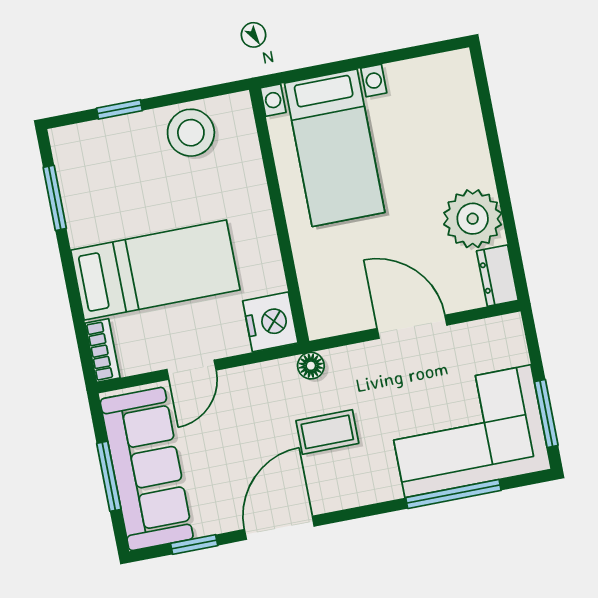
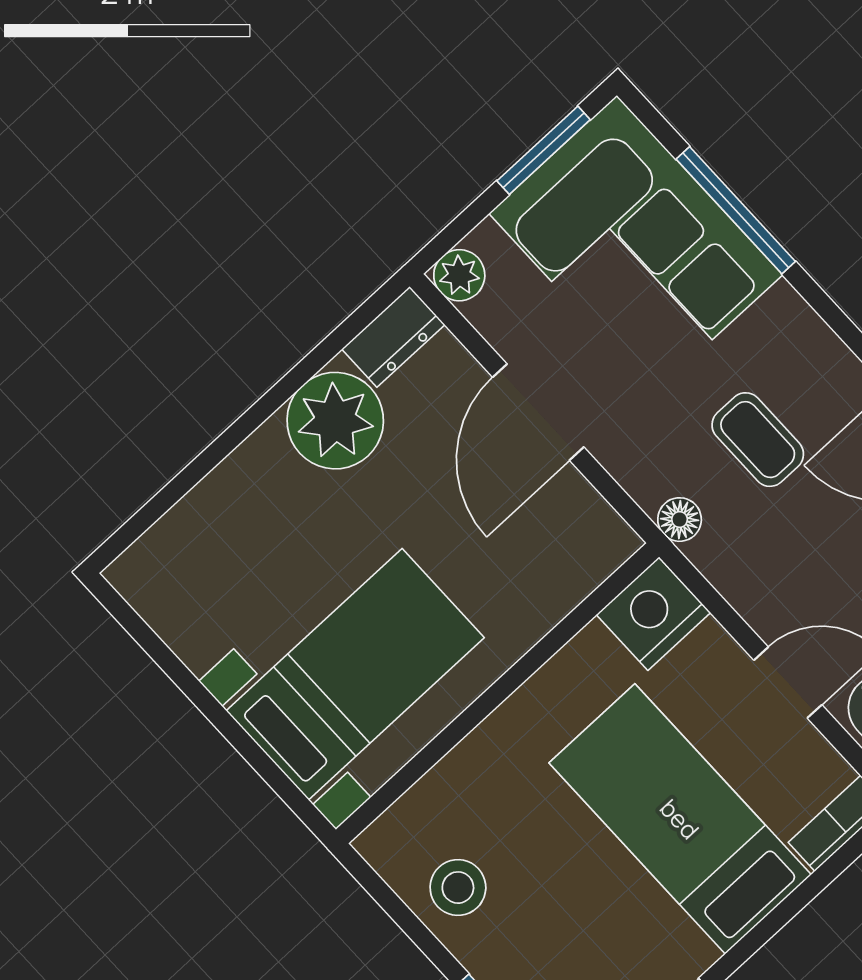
stool: (191, 133) -> (458, 888), width x0.73, depth x0.73
plant: (508, 330) -> (459, 275), added

